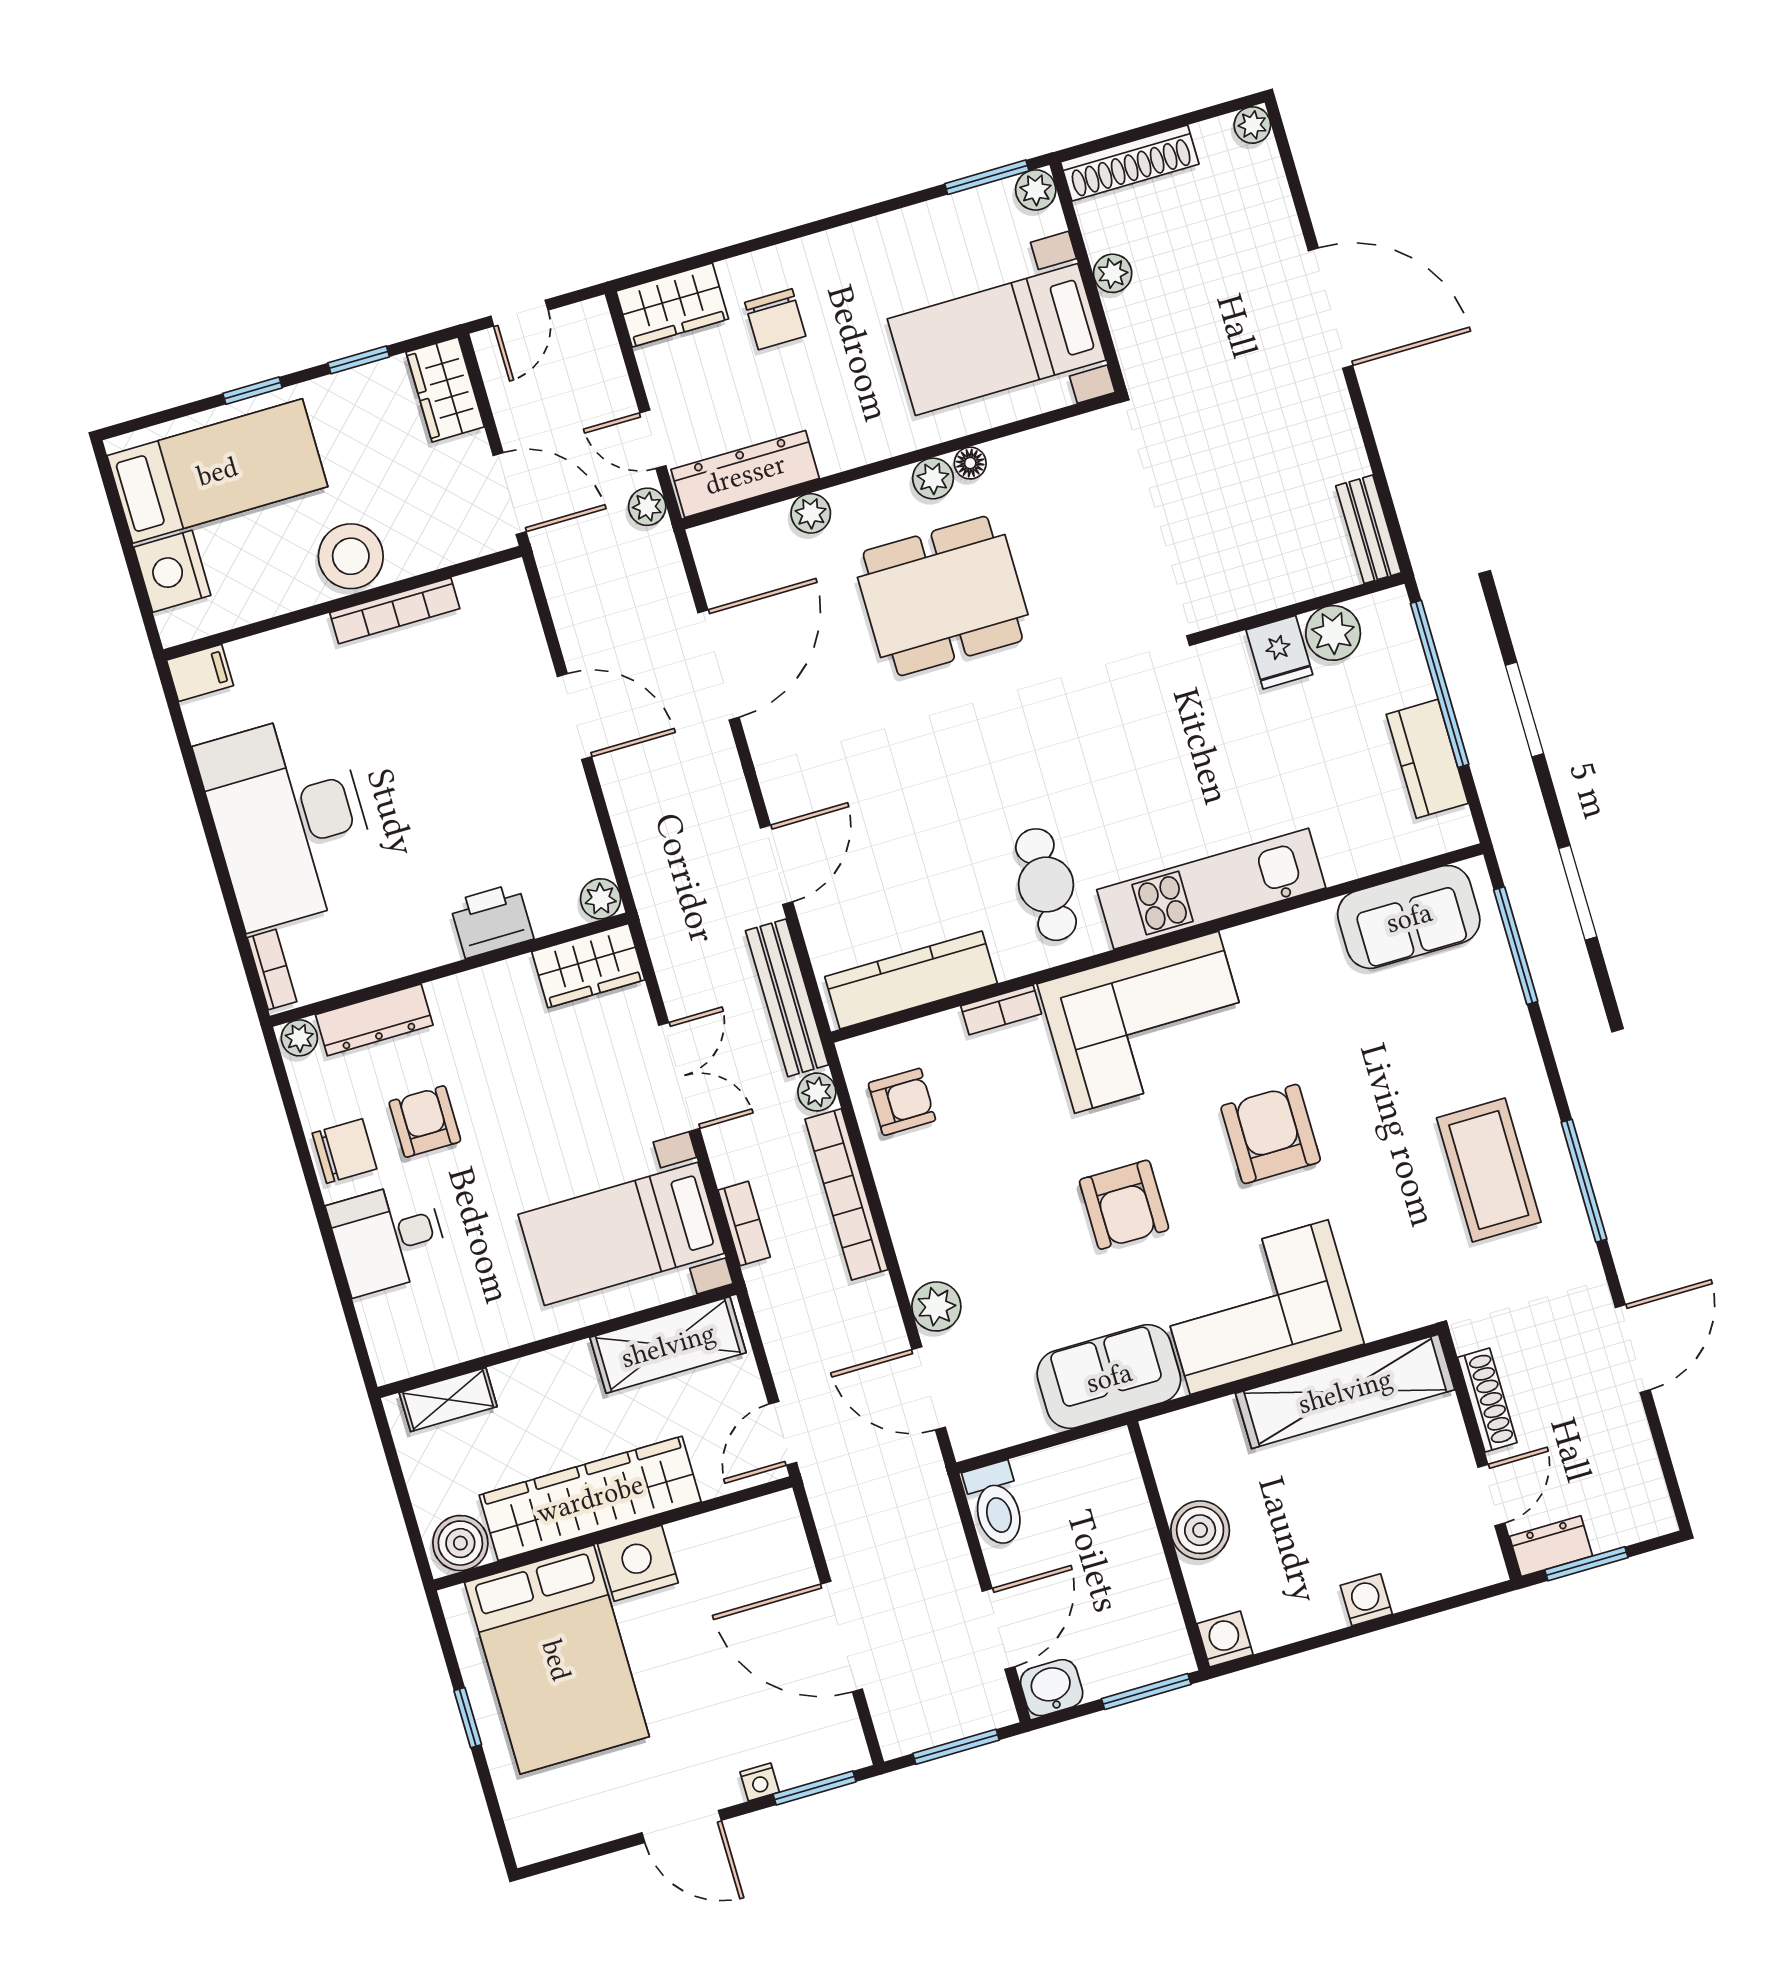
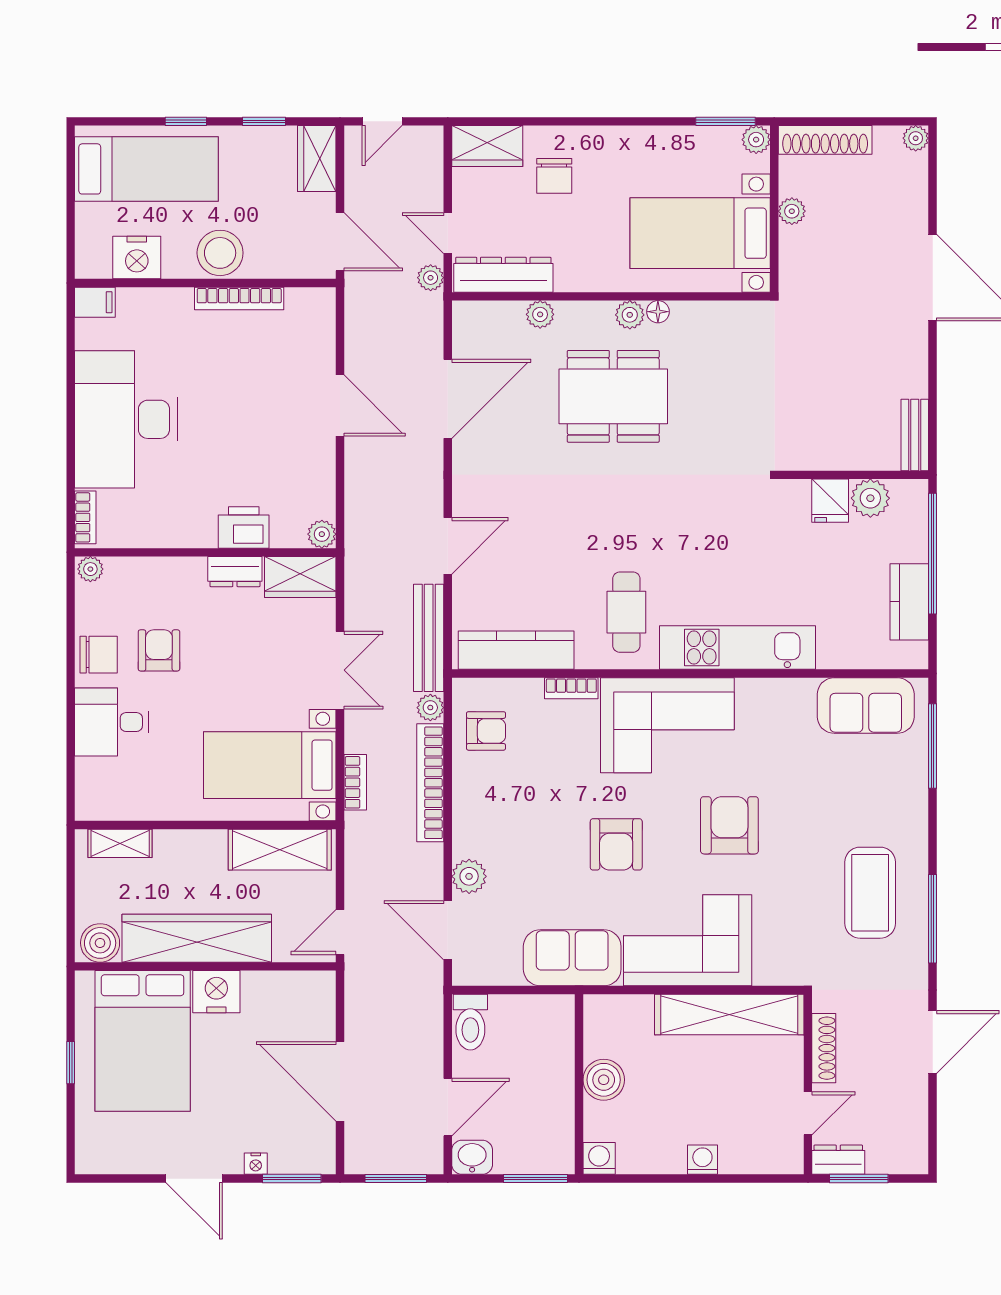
nightstand: (172, 571) -> (137, 257), moved, turned -90
dresser: (374, 1020) -> (235, 572), moved, width x0.70

